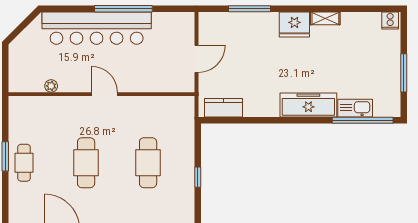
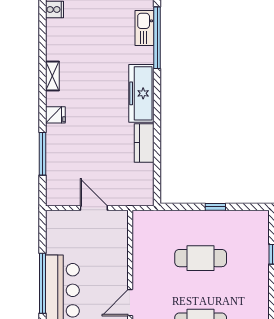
fridge: (294, 25) -> (55, 115), width x0.53, depth x0.75
kitchen counter: (224, 108) -> (144, 143), moved
kitchen sink: (355, 108) -> (145, 28), moved

